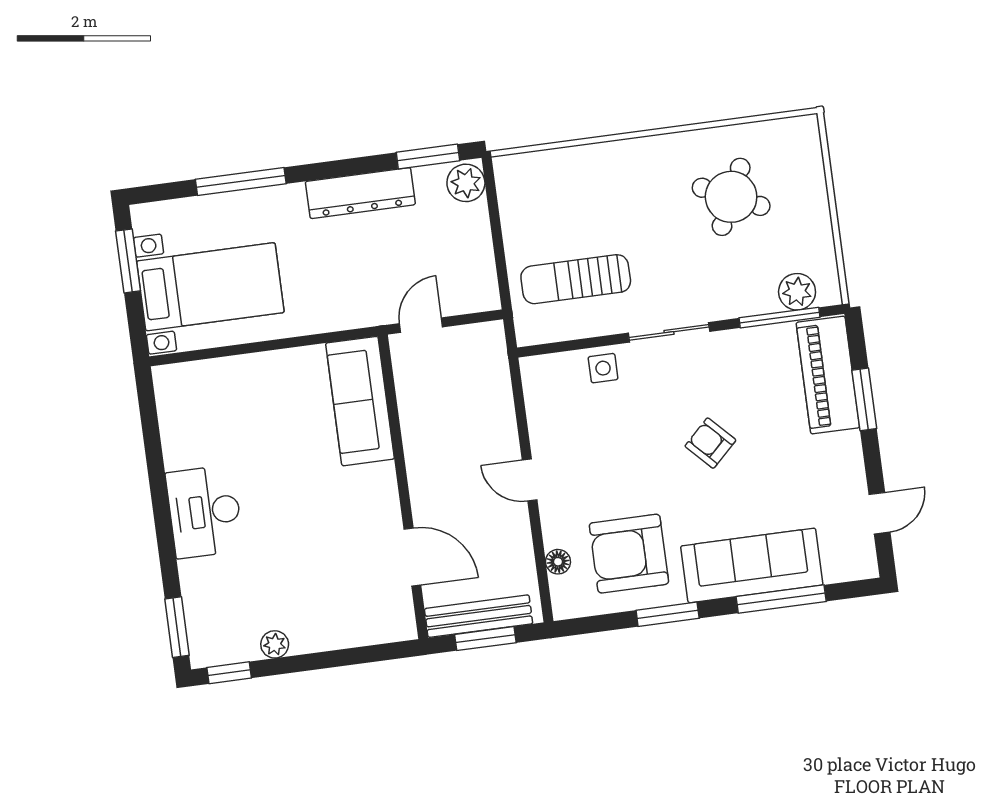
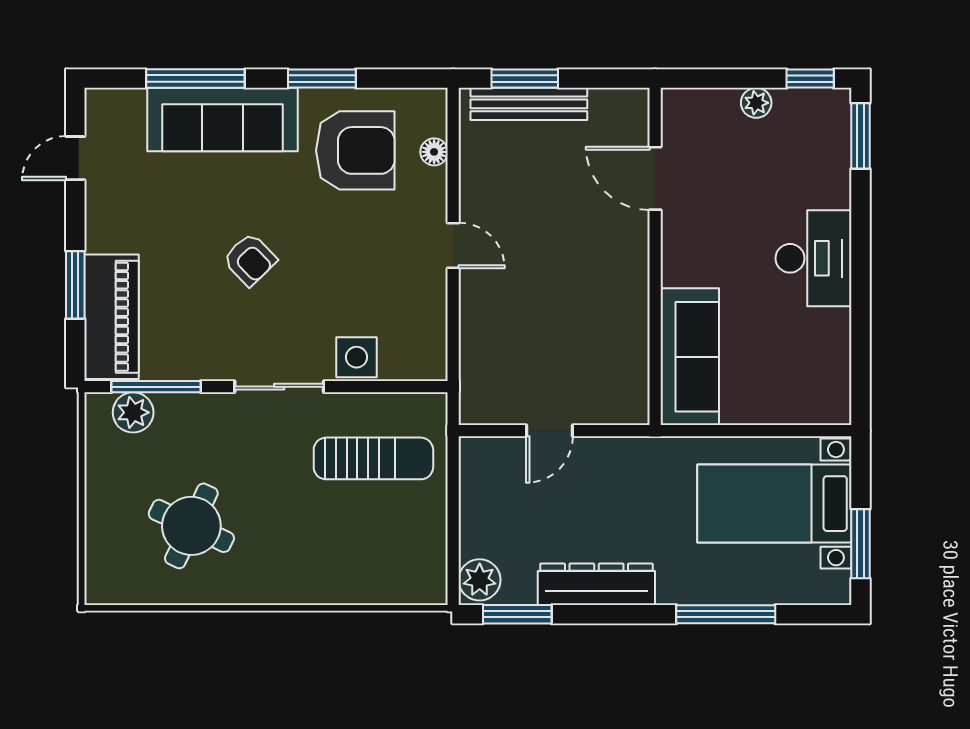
side table: (603, 368) -> (357, 357), width x1.37, depth x1.37
sofa: (360, 401) -> (690, 357), moved
wall: (403, 487) -> (655, 256), moved
door: (412, 557) -> (655, 178), moved

